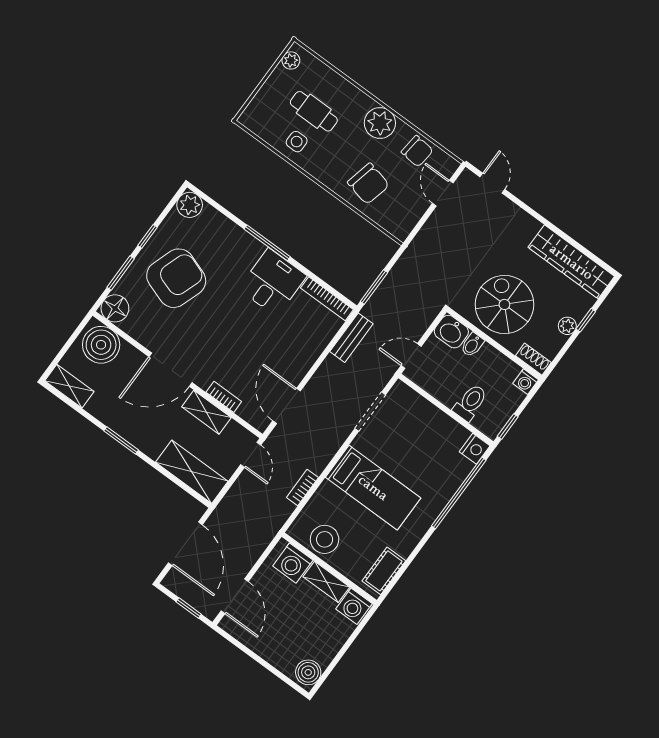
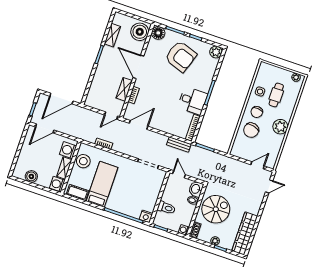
chair: (417, 151) -> (257, 112), moved
shelving: (69, 386) -> (112, 35), moved
shelving: (192, 472) -> (95, 91), removed
bed: (373, 488) -> (102, 184), moved, turned 180
boiler: (308, 672) -> (31, 176), moved

